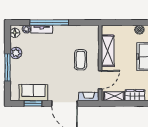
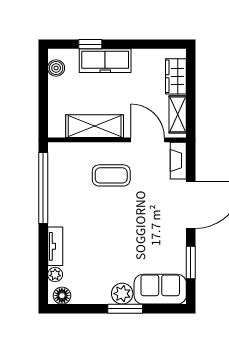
window: (49, 23) -> (43, 188), moved
plant: (16, 53) -> (122, 294), moved
window: (7, 67) -> (125, 309), width x0.69
sofa: (33, 93) -> (160, 289), moved, turned 90

